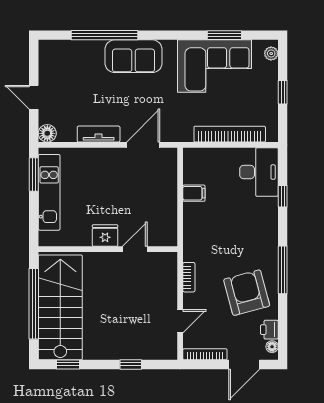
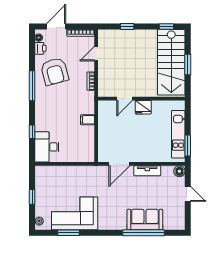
sofa: (133, 56) -> (145, 220), moved
bookcase: (230, 134) -> (65, 171), removed
filing cabinet: (194, 193) -> (88, 120), moved
window: (34, 304) -> (188, 64), width x0.47

